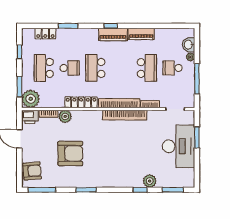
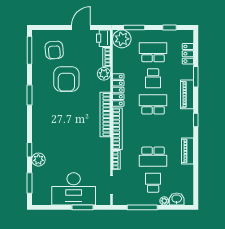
piano: (113, 34) -> (187, 94), moved
bookcase: (125, 115) -> (105, 115), moved
armchair: (32, 171) -> (54, 50), moved

